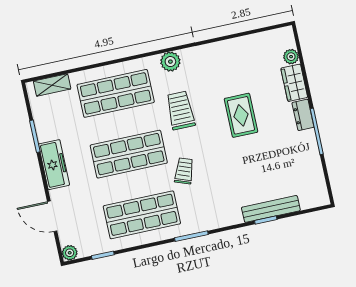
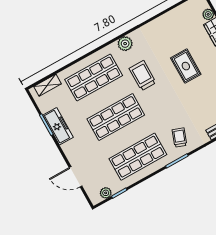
freezer: (54, 165) -> (58, 126), moved
trolley: (184, 171) -> (179, 137), moved
plant: (70, 253) -> (106, 193), moved

